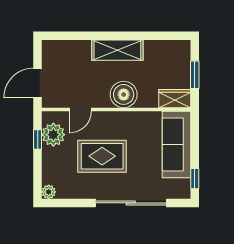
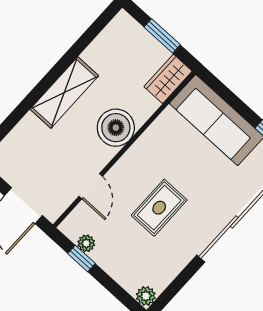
plant: (53, 135) -> (86, 243), width x0.53, depth x0.53
rug: (102, 156) -> (159, 208), width x0.73, depth x0.70

